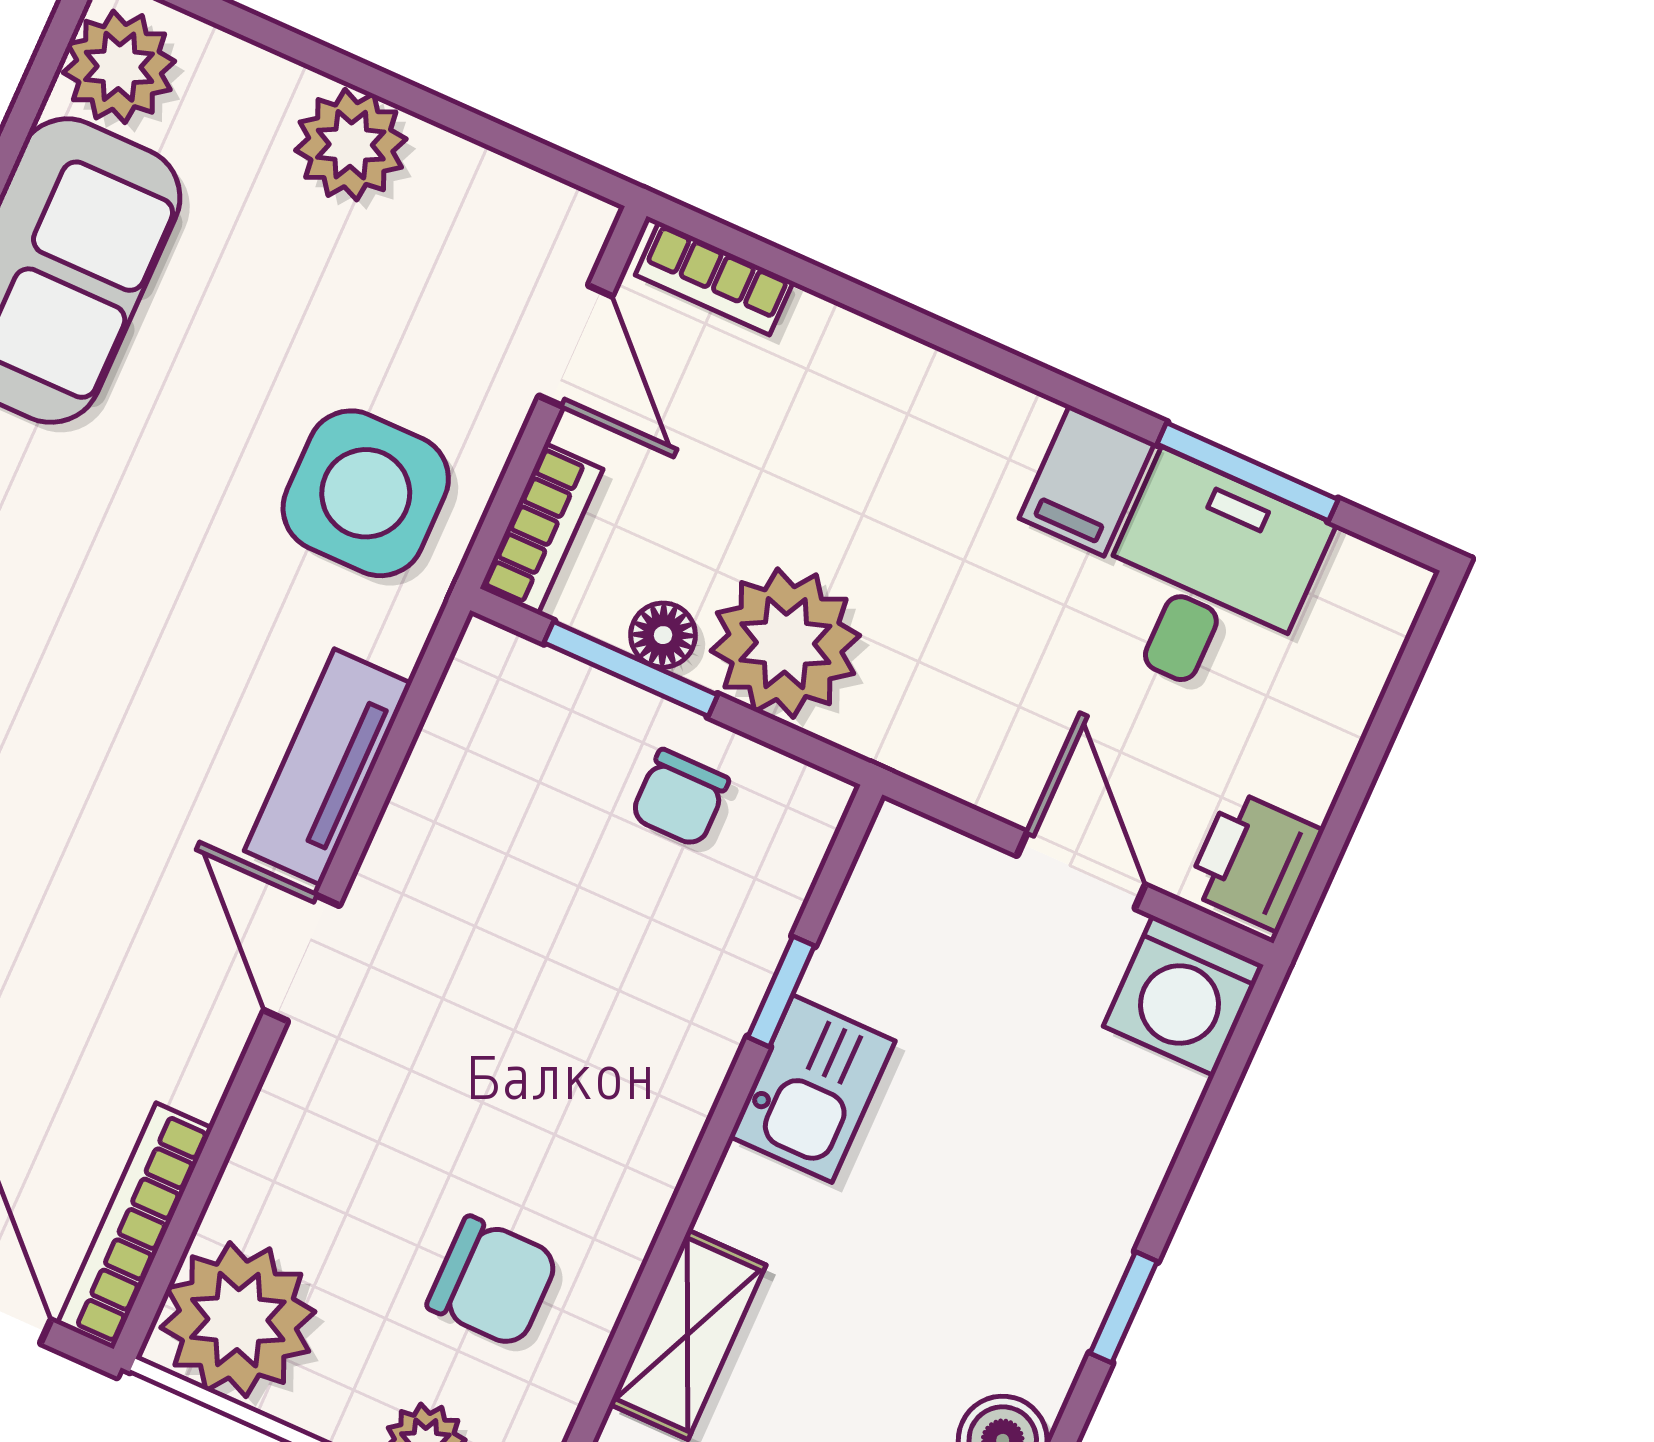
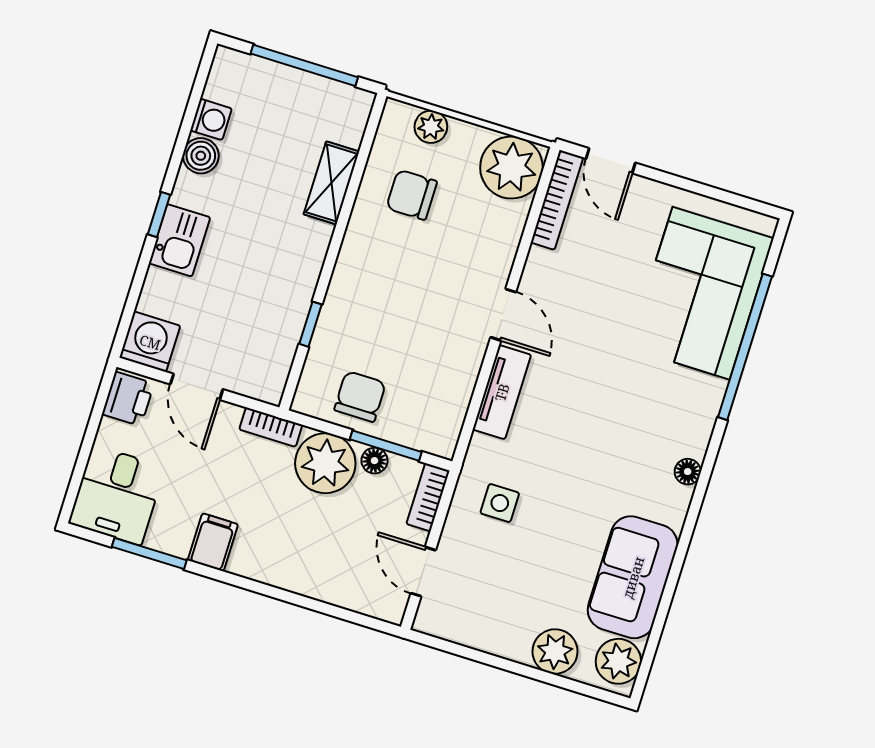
plant: (351, 145) -> (555, 651), moved
bookcase: (714, 278) -> (271, 427), moved, turned 180
side table: (366, 493) -> (500, 503), width x0.54, depth x0.54
desk: (1207, 580) -> (117, 495), moved
chair: (680, 798) -> (360, 396), width x1.37, depth x1.37
kitchen sink: (812, 1089) -> (180, 240), moved, turned 180

